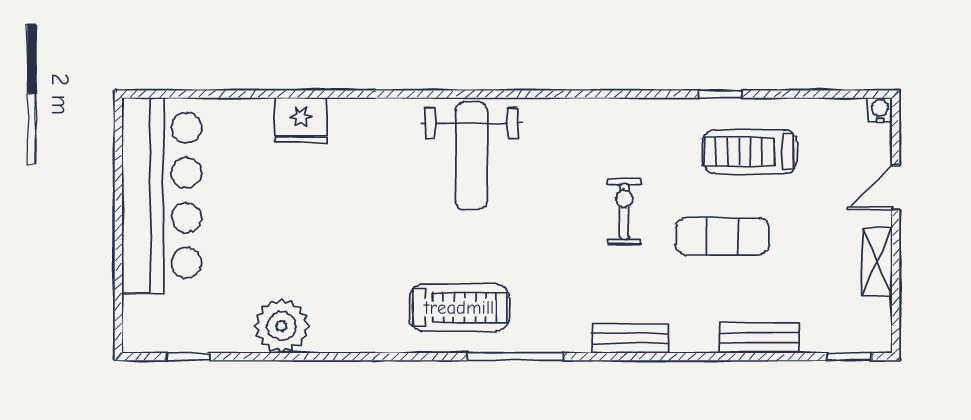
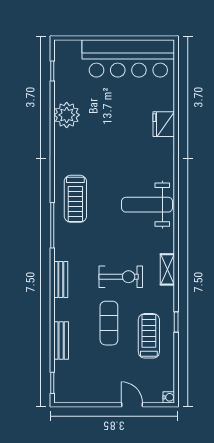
exercise bike: (624, 211) -> (121, 277), width x1.38, depth x1.39
shelving: (877, 262) -> (167, 269), moved, turned 90

